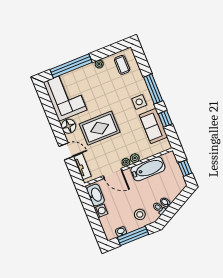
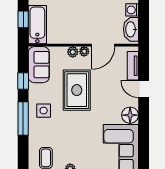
sofa: (153, 126) -> (39, 65), moved
rug: (100, 128) -> (77, 90), moved, turned 90
bathtub: (148, 169) -> (37, 25), moved, turned 90
door: (113, 173) -> (103, 45), swing flipped

